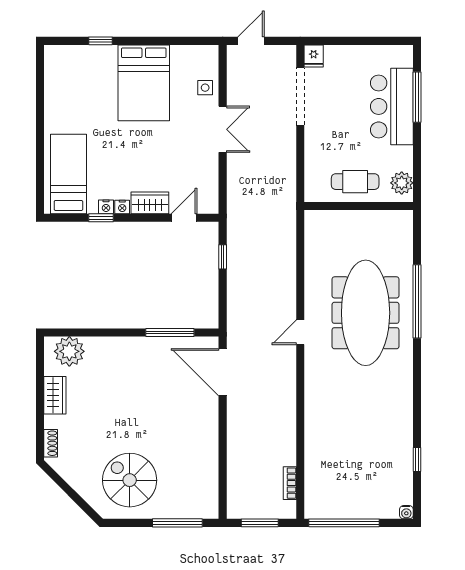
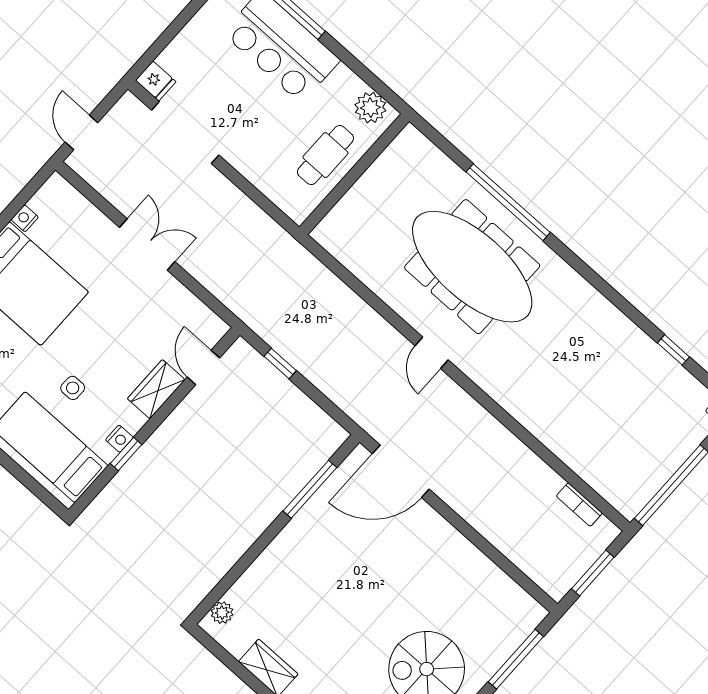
side table: (205, 88) -> (73, 388), moved
nightstand: (122, 207) -> (25, 218), moved, turned 180
plant: (69, 351) -> (222, 613), width x0.53, depth x0.53

